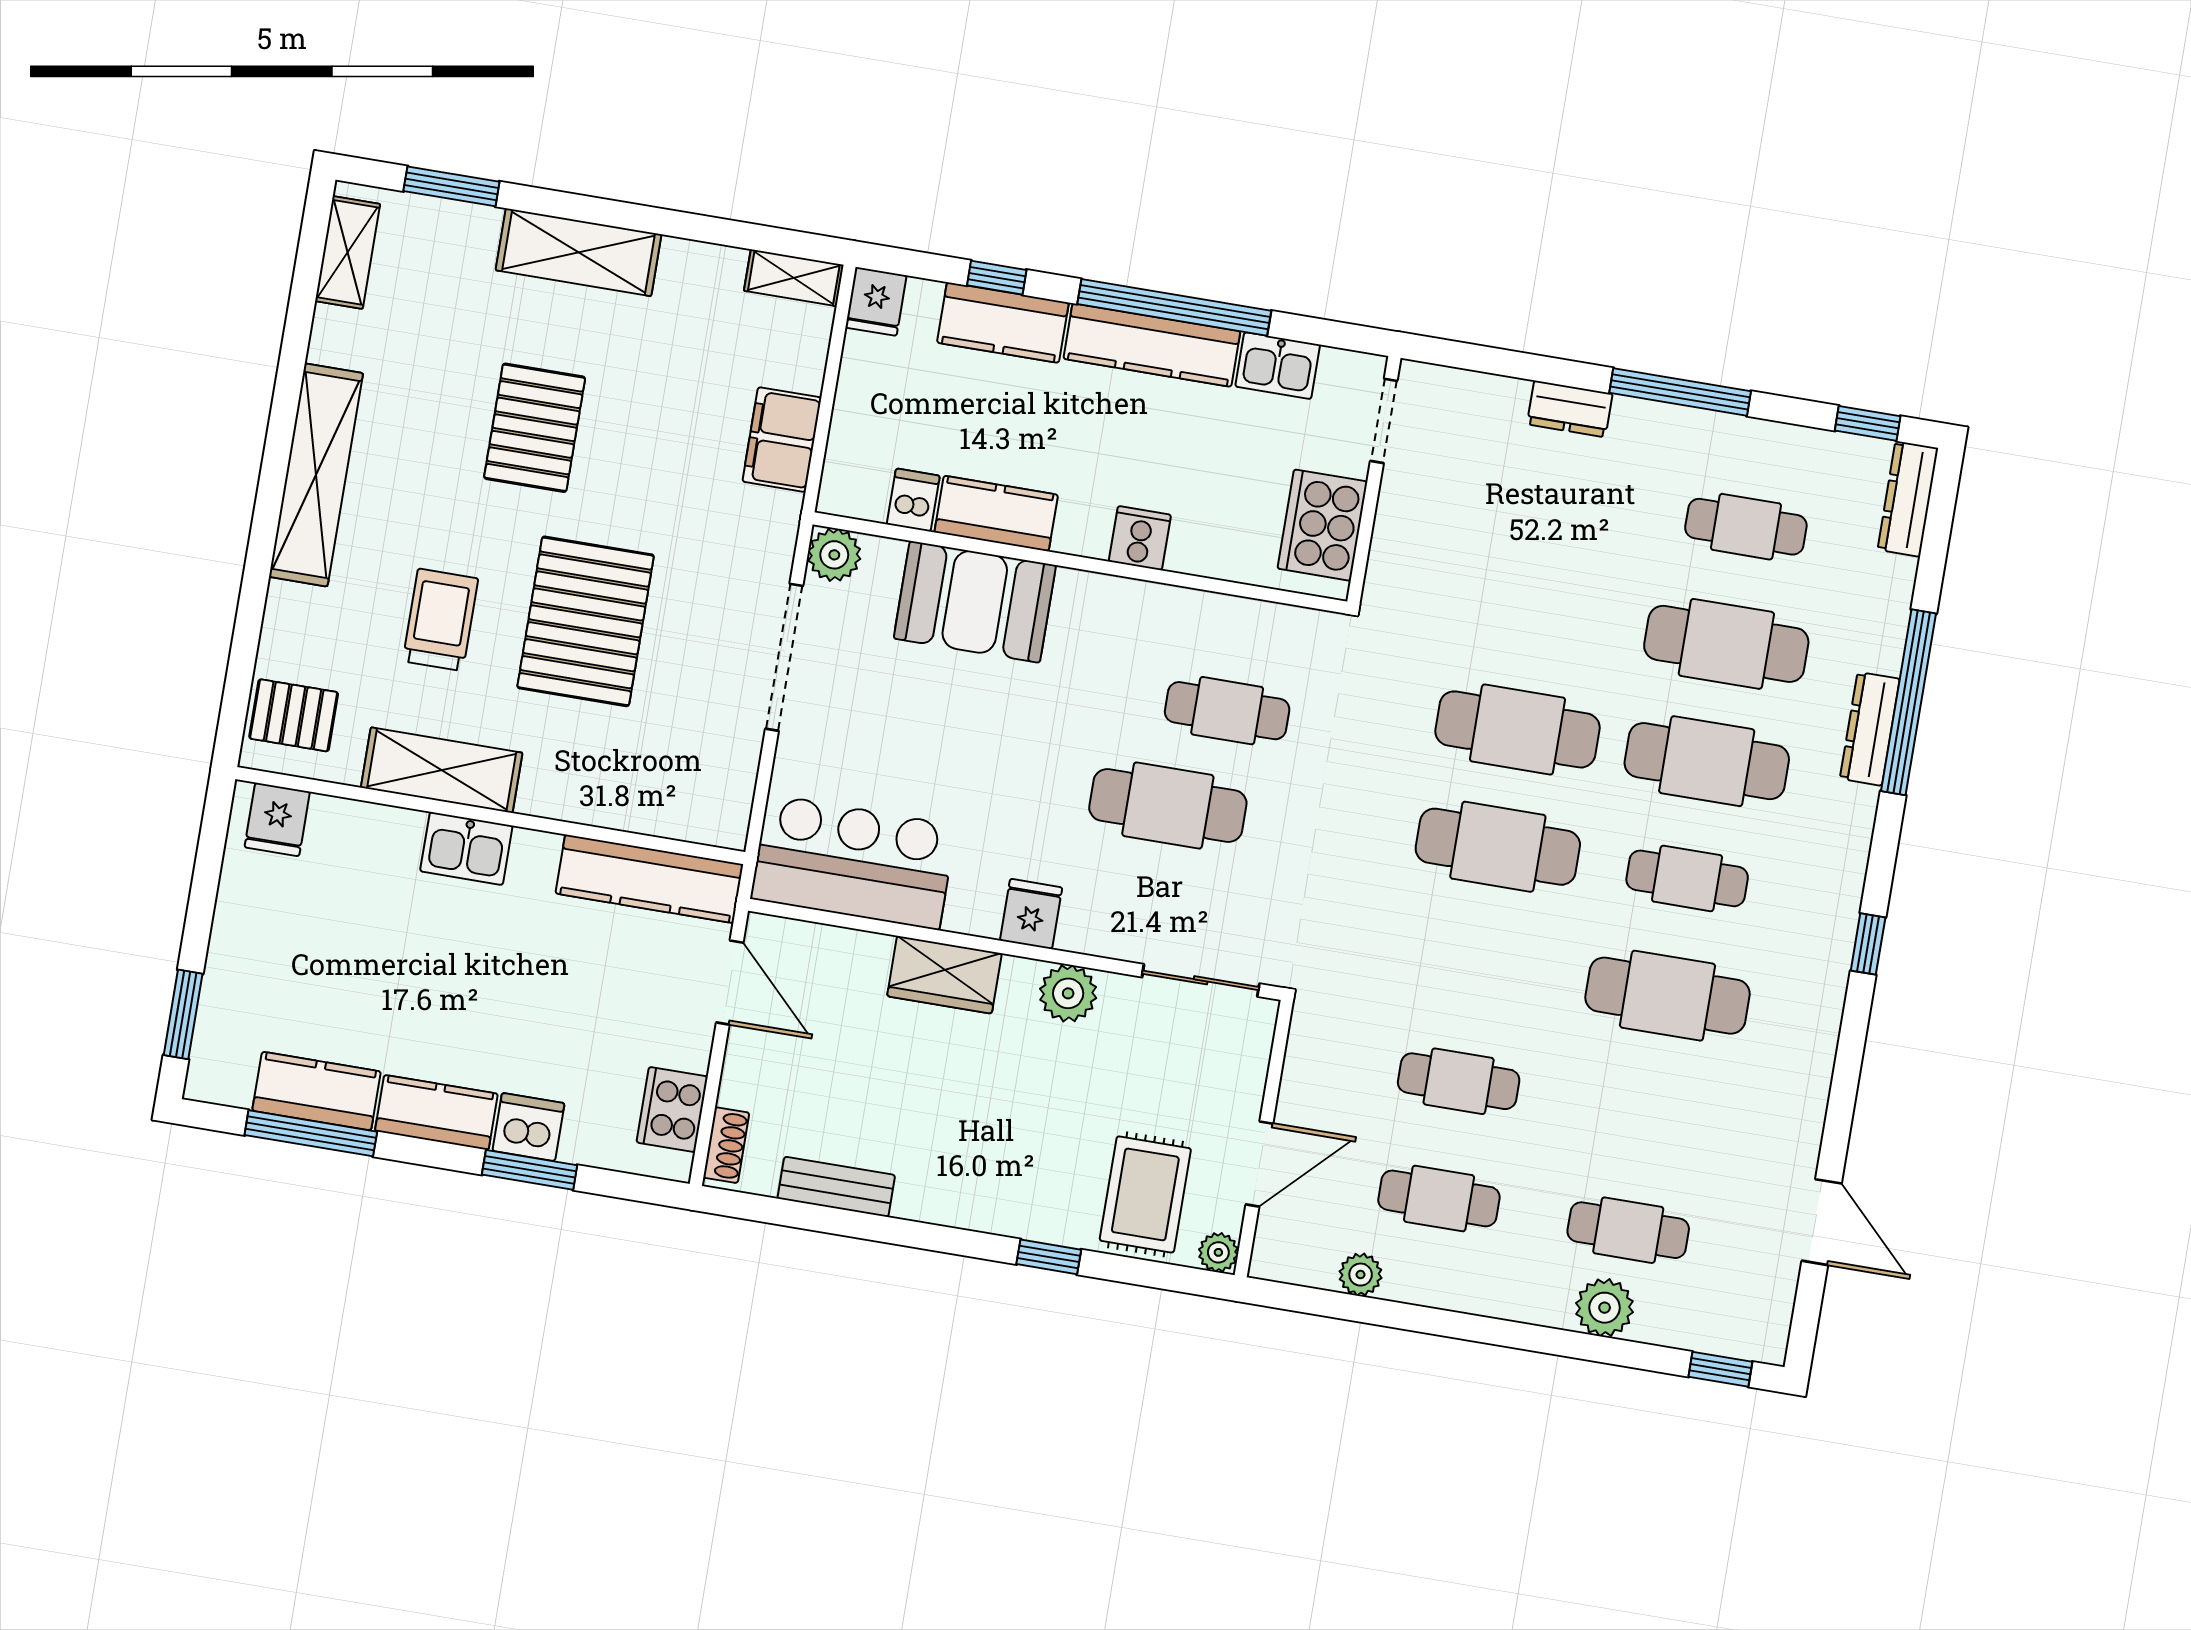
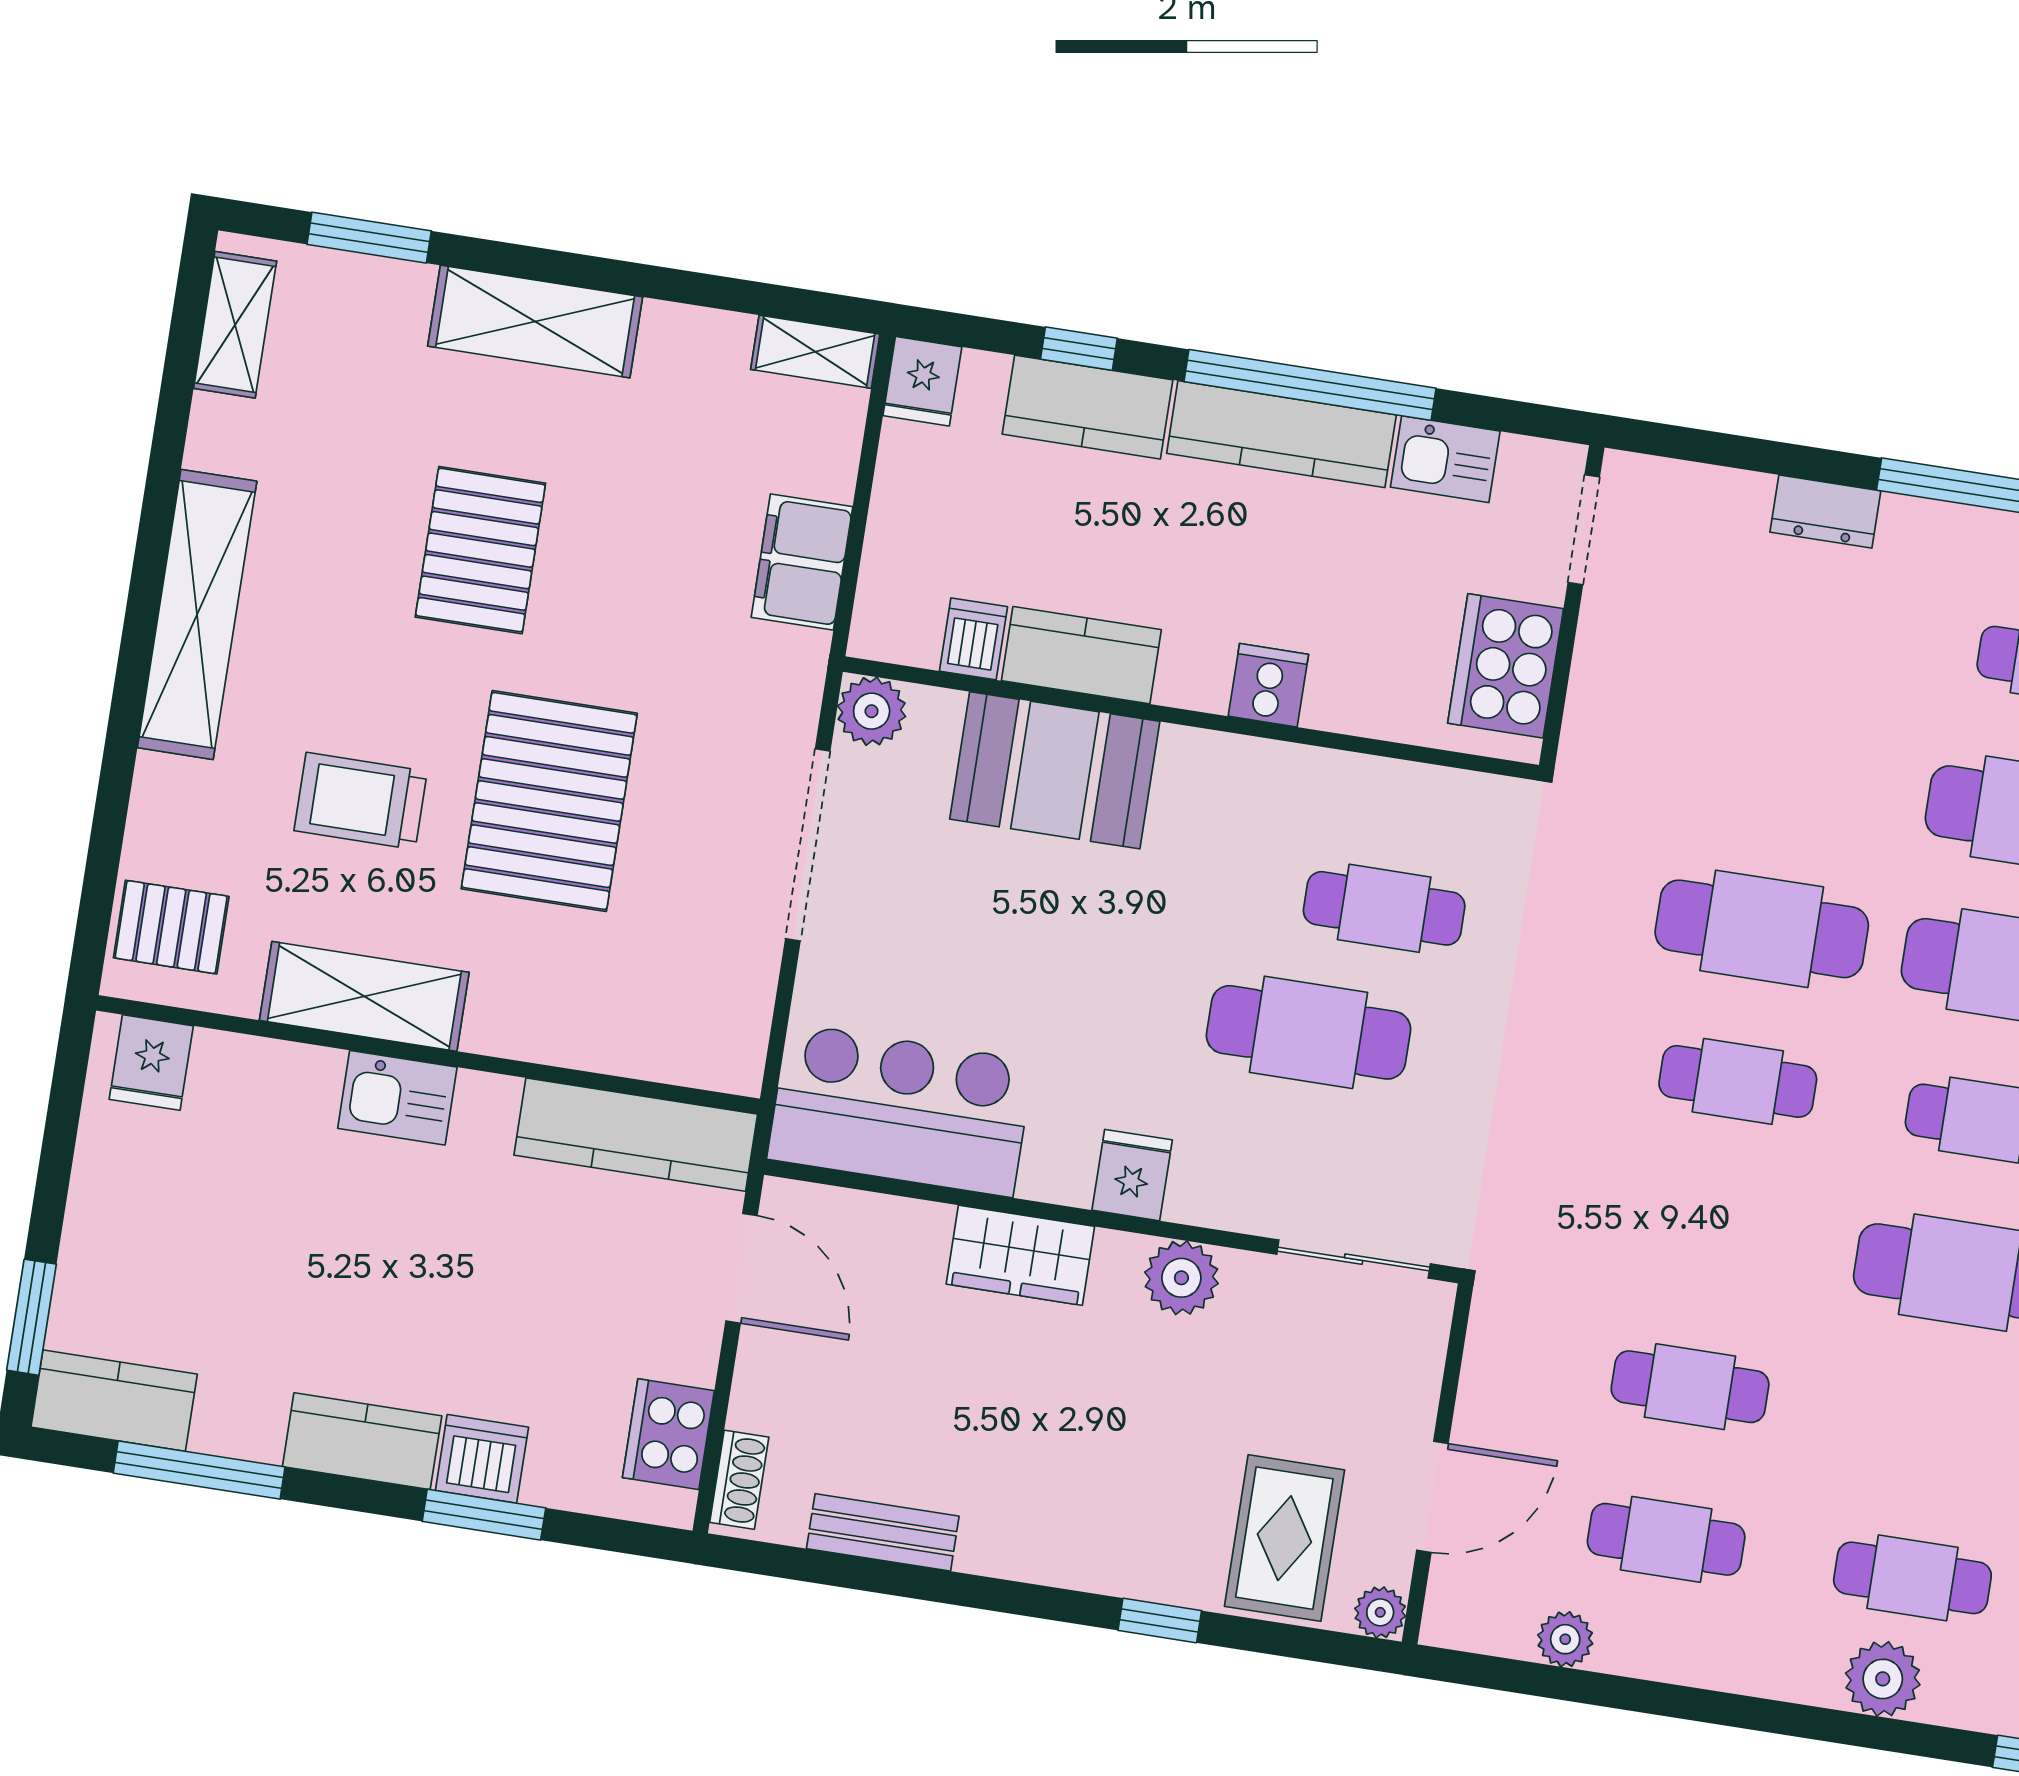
trolley: (440, 620) -> (361, 801), turned -90
cafe table: (1498, 847) -> (1738, 1081), width x0.73, depth x0.74
kitchen counter: (317, 1091) -> (114, 1401), moved

